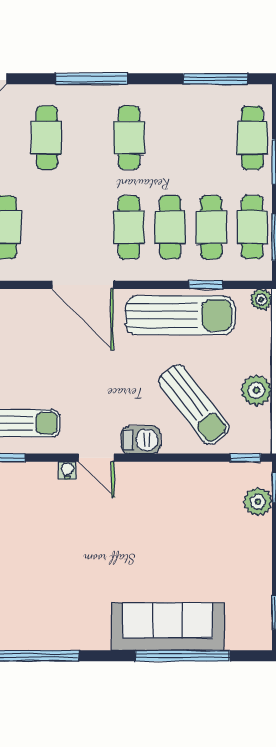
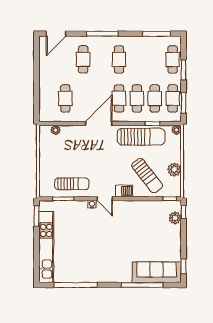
door: (83, 285) -> (99, 123), swing flipped
sofa: (168, 627) -> (157, 272), moved

